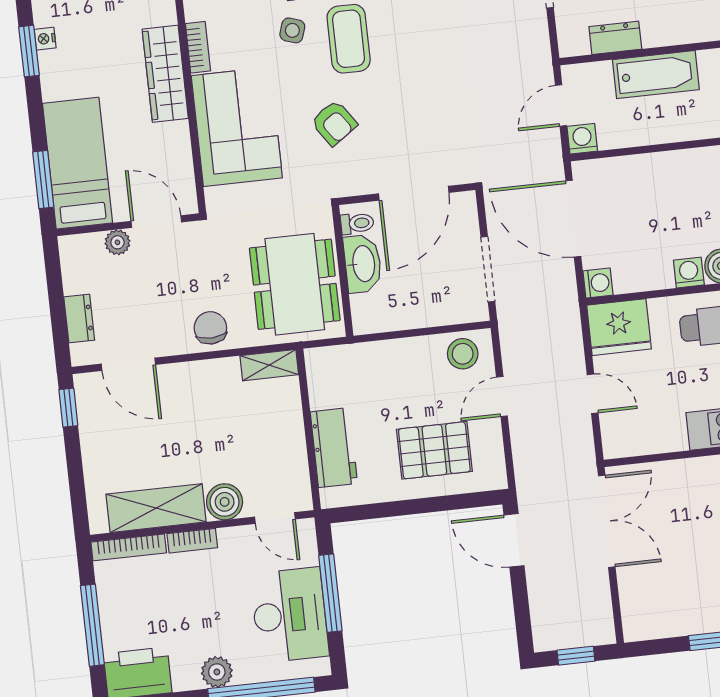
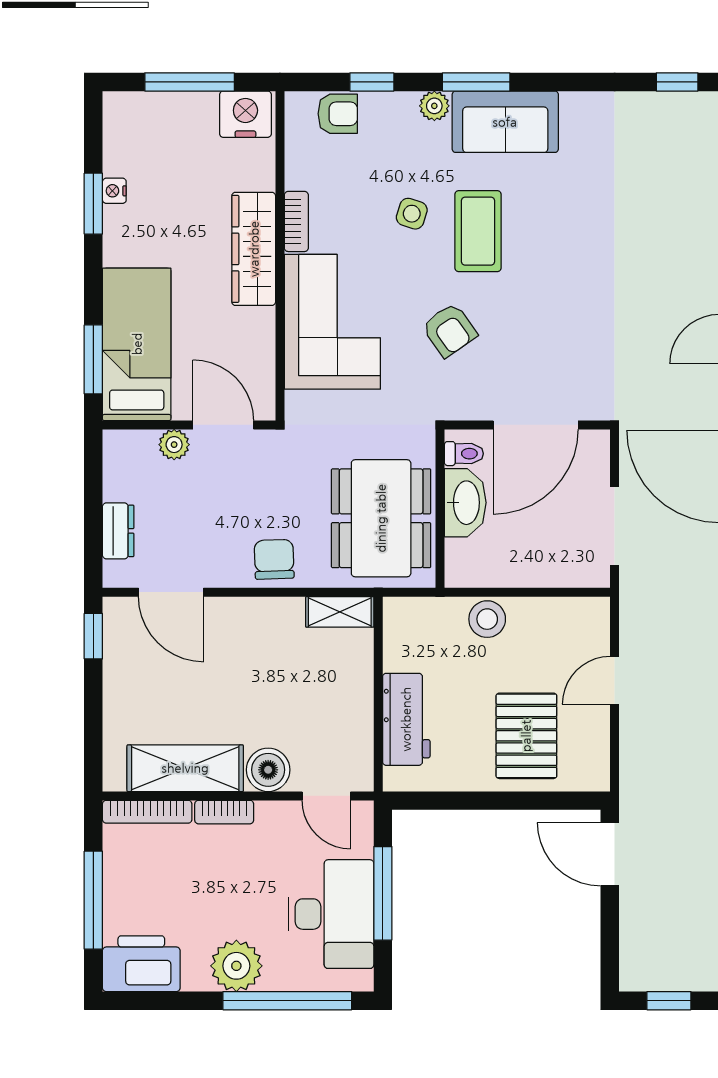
stool: (463, 354) -> (487, 619), moved
pallet: (434, 450) -> (526, 736), turned 90
plant: (217, 672) -> (236, 966), width x1.36, depth x1.36

